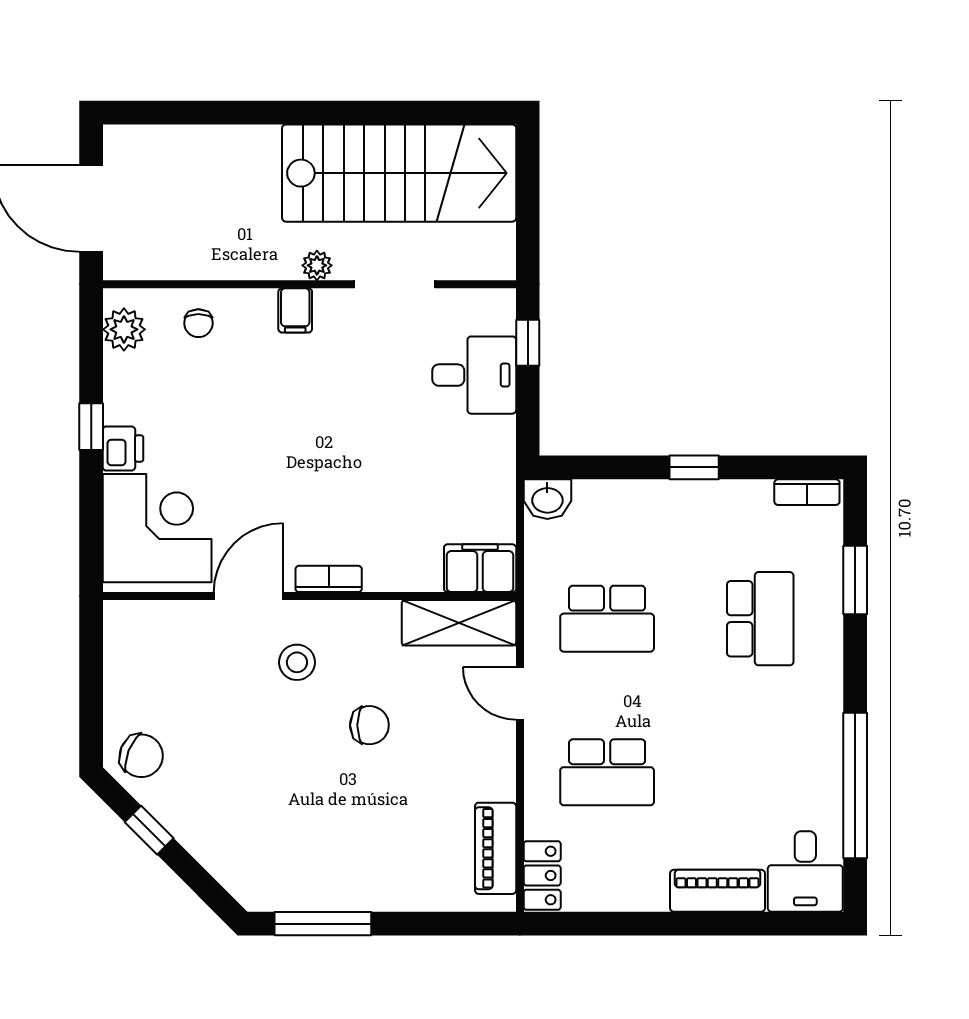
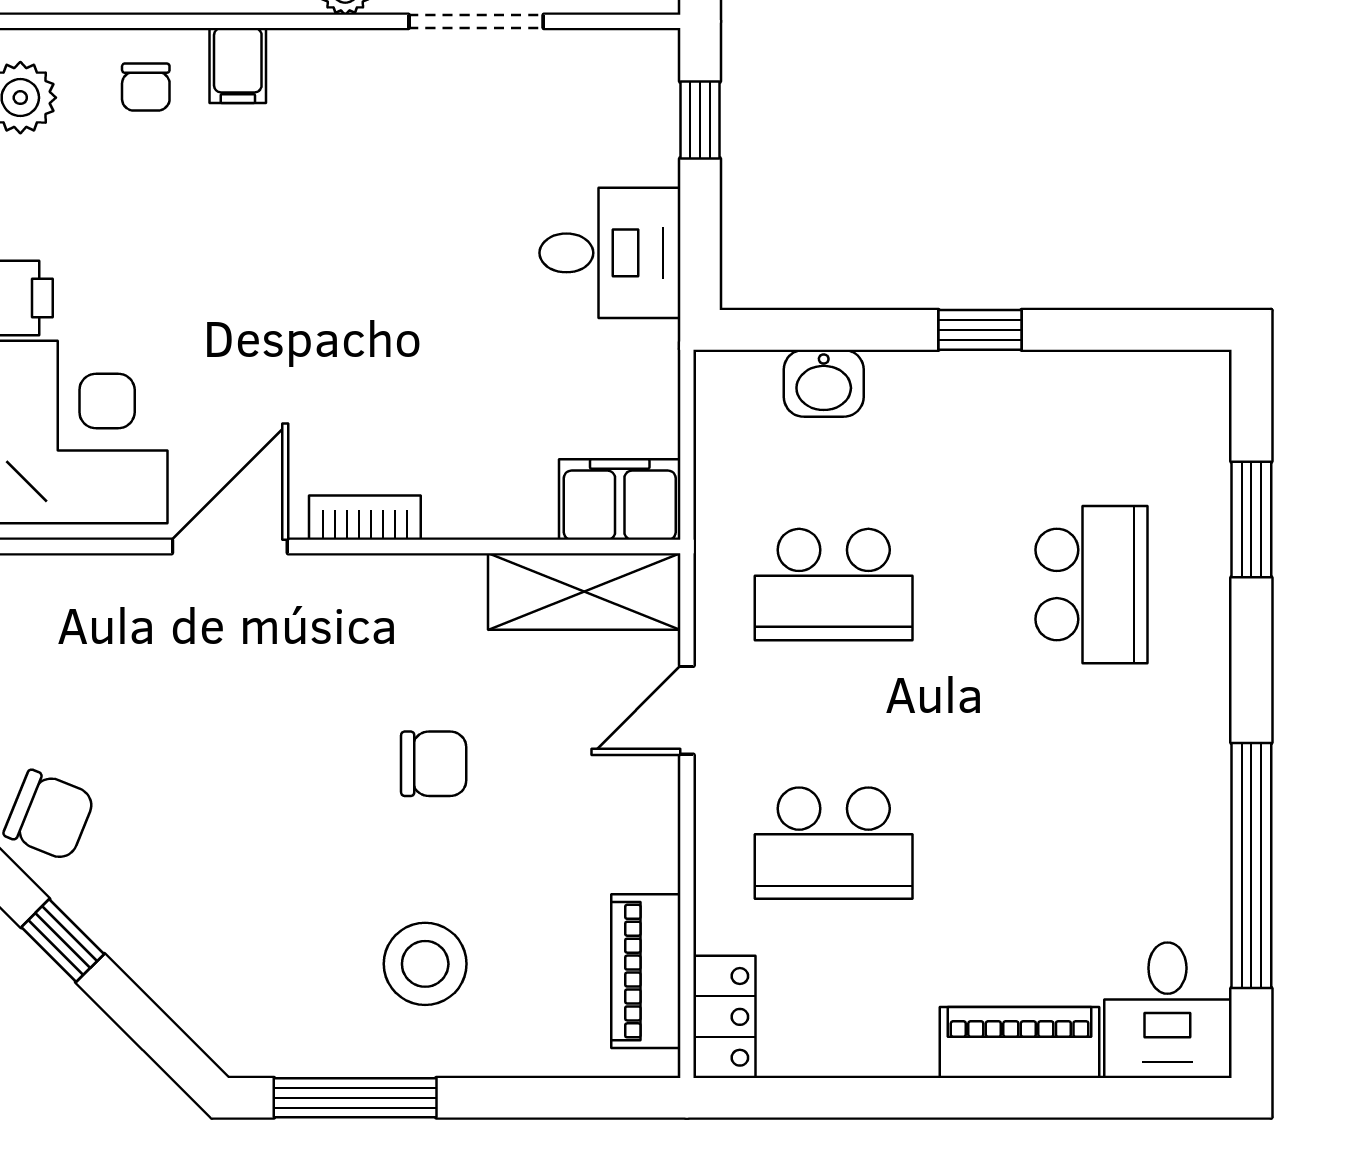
filing cabinet: (295, 310) -> (238, 66), moved
desk: (474, 375) -> (610, 253), moved
bookcase: (807, 492) -> (1170, 371), removed
washbasin: (547, 499) -> (824, 383), moved
stool: (297, 662) -> (425, 964), moved, width x1.38, depth x1.38
door: (520, 693) -> (687, 710), hinge flipped

